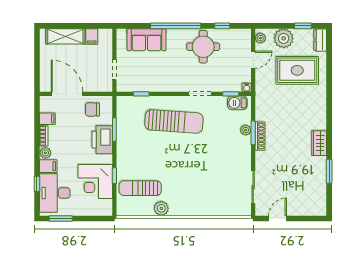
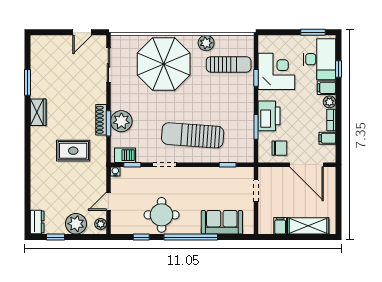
rug: (297, 70) -> (73, 151), moved, width x0.73, depth x0.70
plant: (246, 130) -> (121, 121), width x1.88, depth x1.88
parasol: (201, 188) -> (164, 64), added

